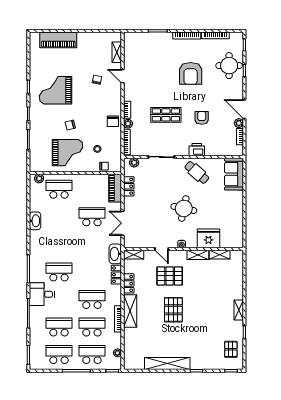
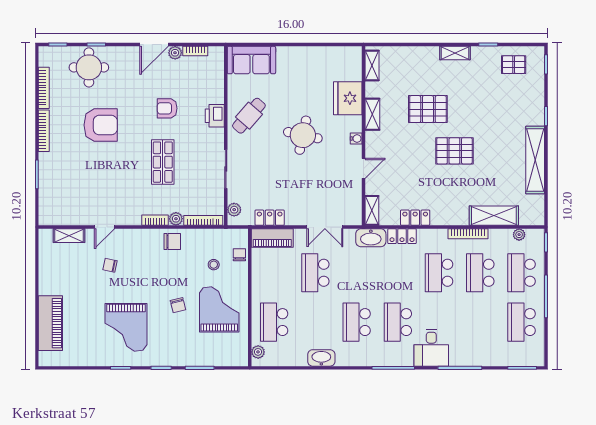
shelving: (220, 255) -> (372, 65), moved
pallet: (170, 276) -> (428, 109), moved, turned 90
shelving: (130, 311) -> (494, 216), moved
school desk: (59, 327) -> (357, 322), moved

